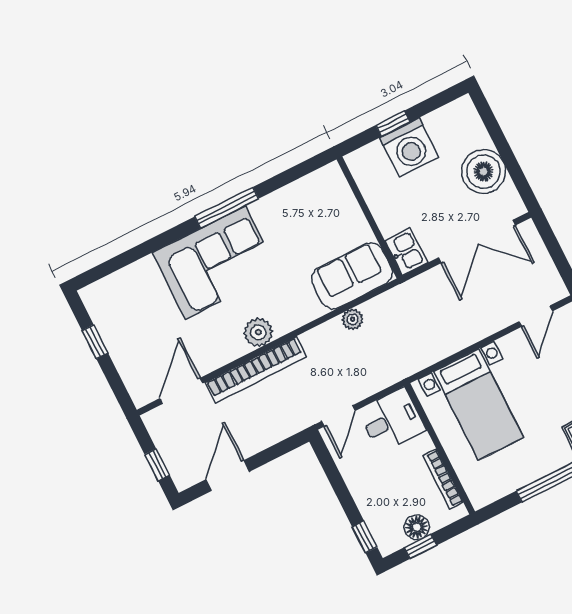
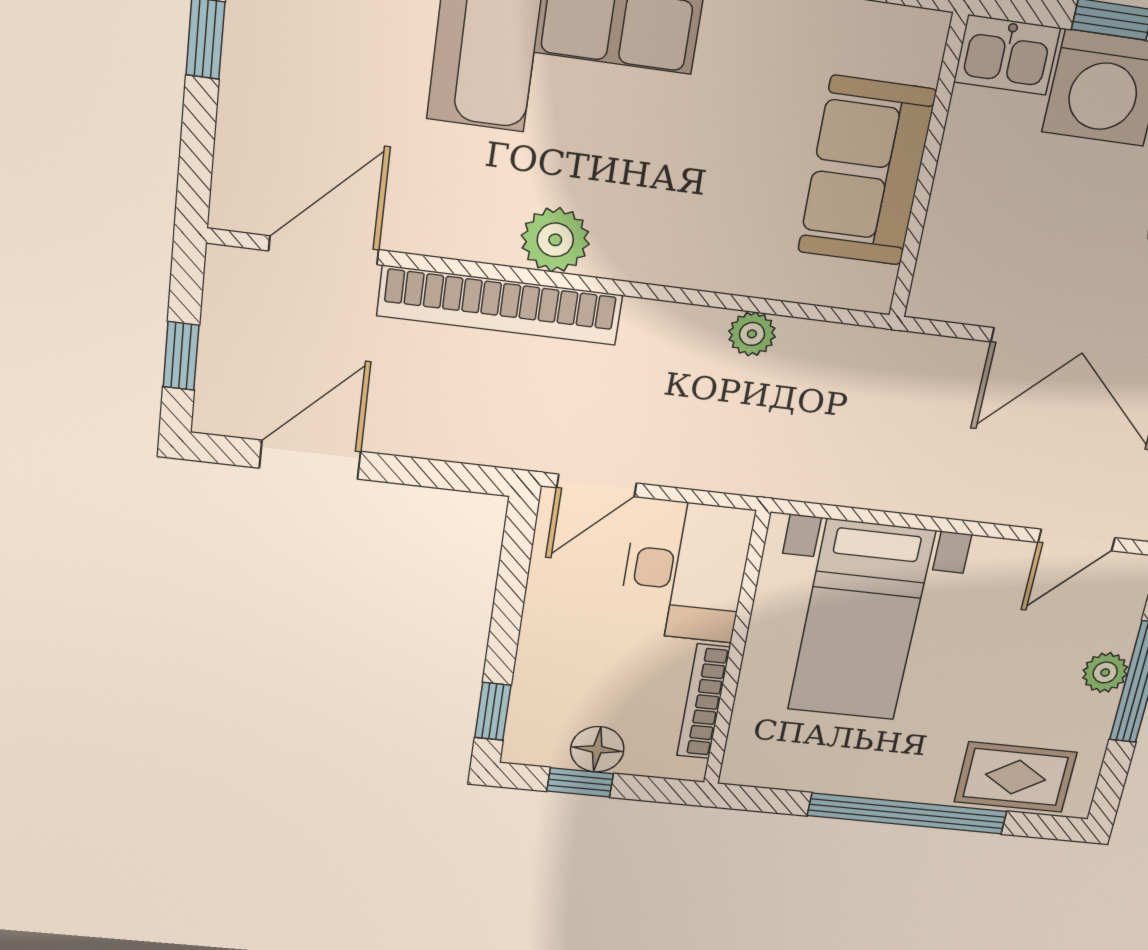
kitchen sink: (406, 252) -> (1007, 55), moved, turned 90
sofa: (352, 276) -> (866, 171), moved, turned -90
desk: (392, 420) -> (685, 571), width x1.37

